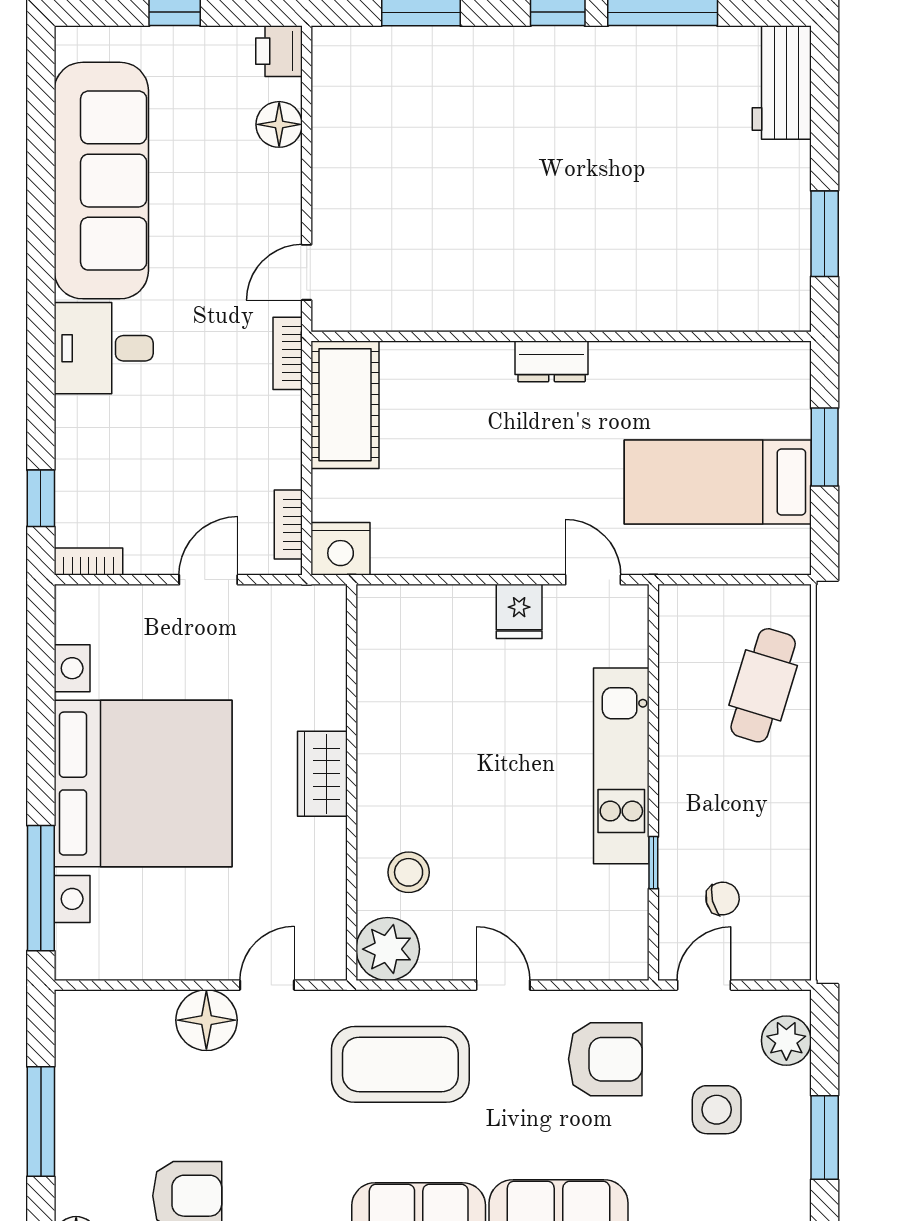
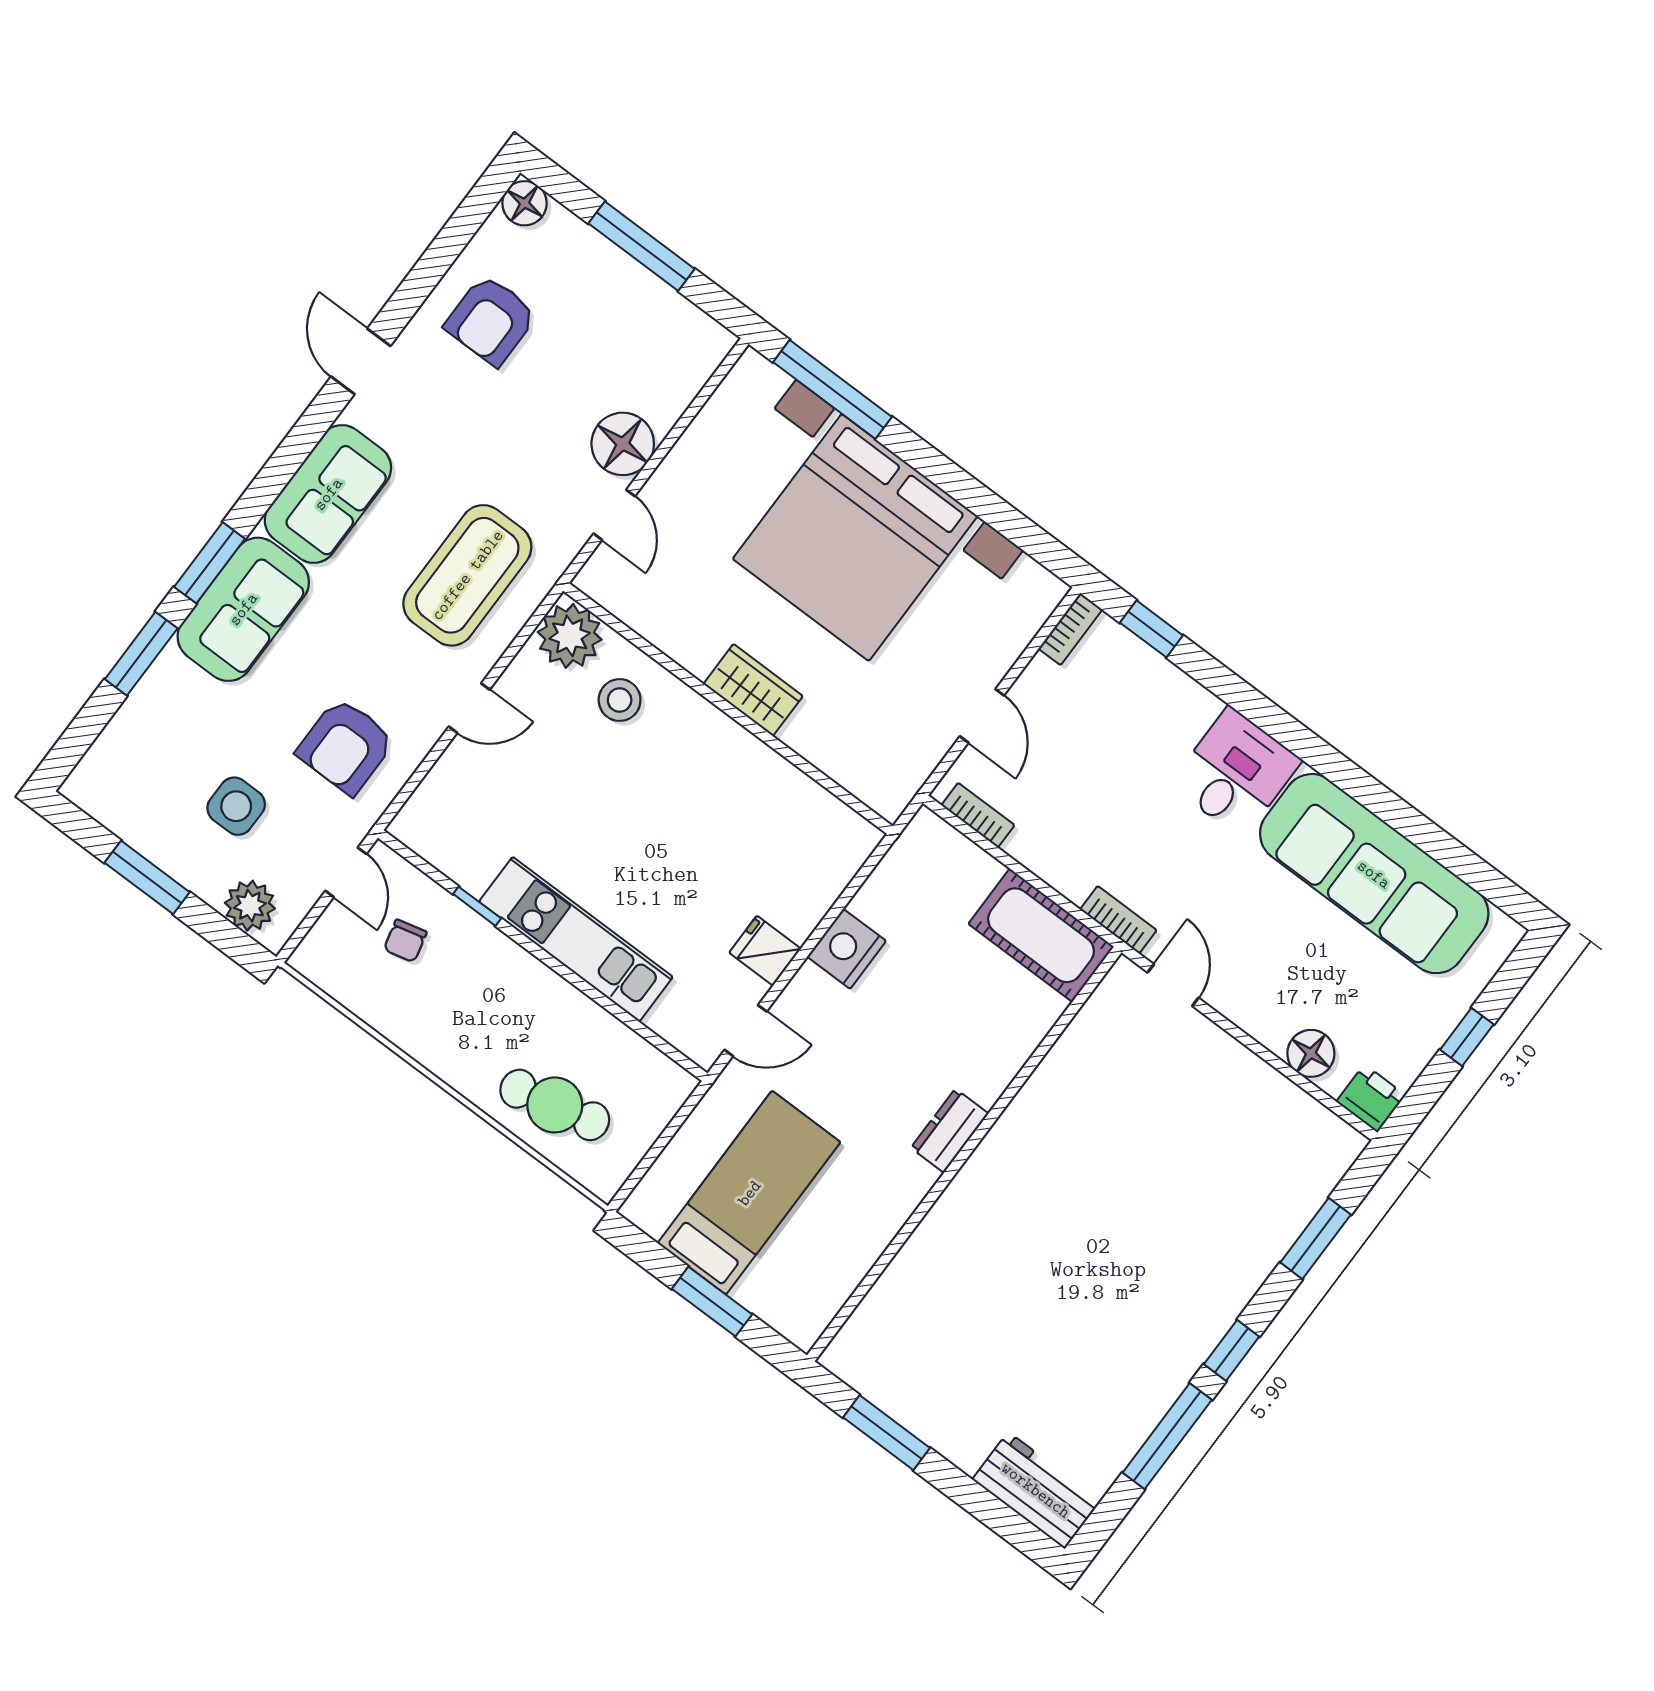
nightstand: (341, 549) -> (847, 949), moved
cafe table: (763, 685) -> (555, 1105), turned -30

